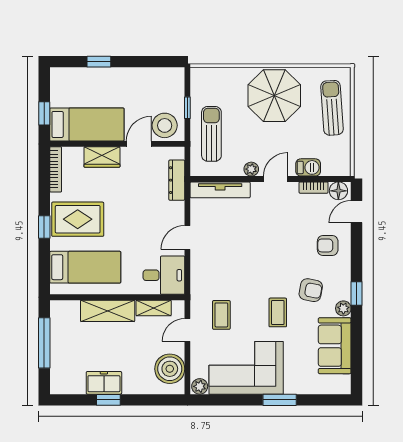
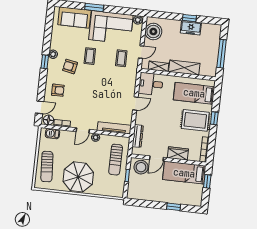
barbecue: (308, 167) -> (52, 134), moved
sofa: (335, 346) -> (74, 17), moved, turned 90

